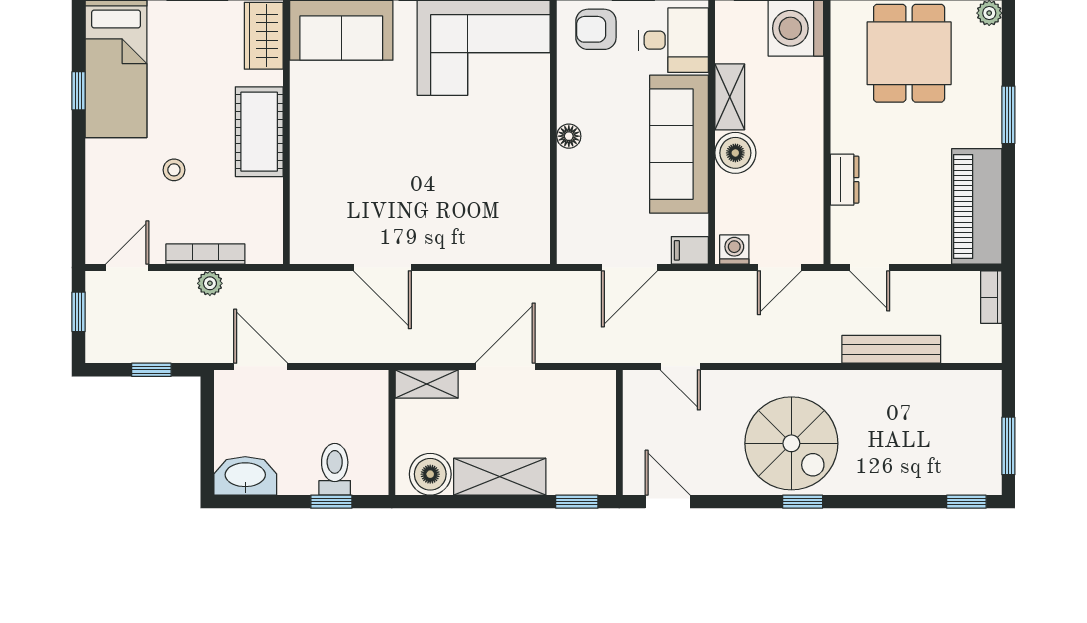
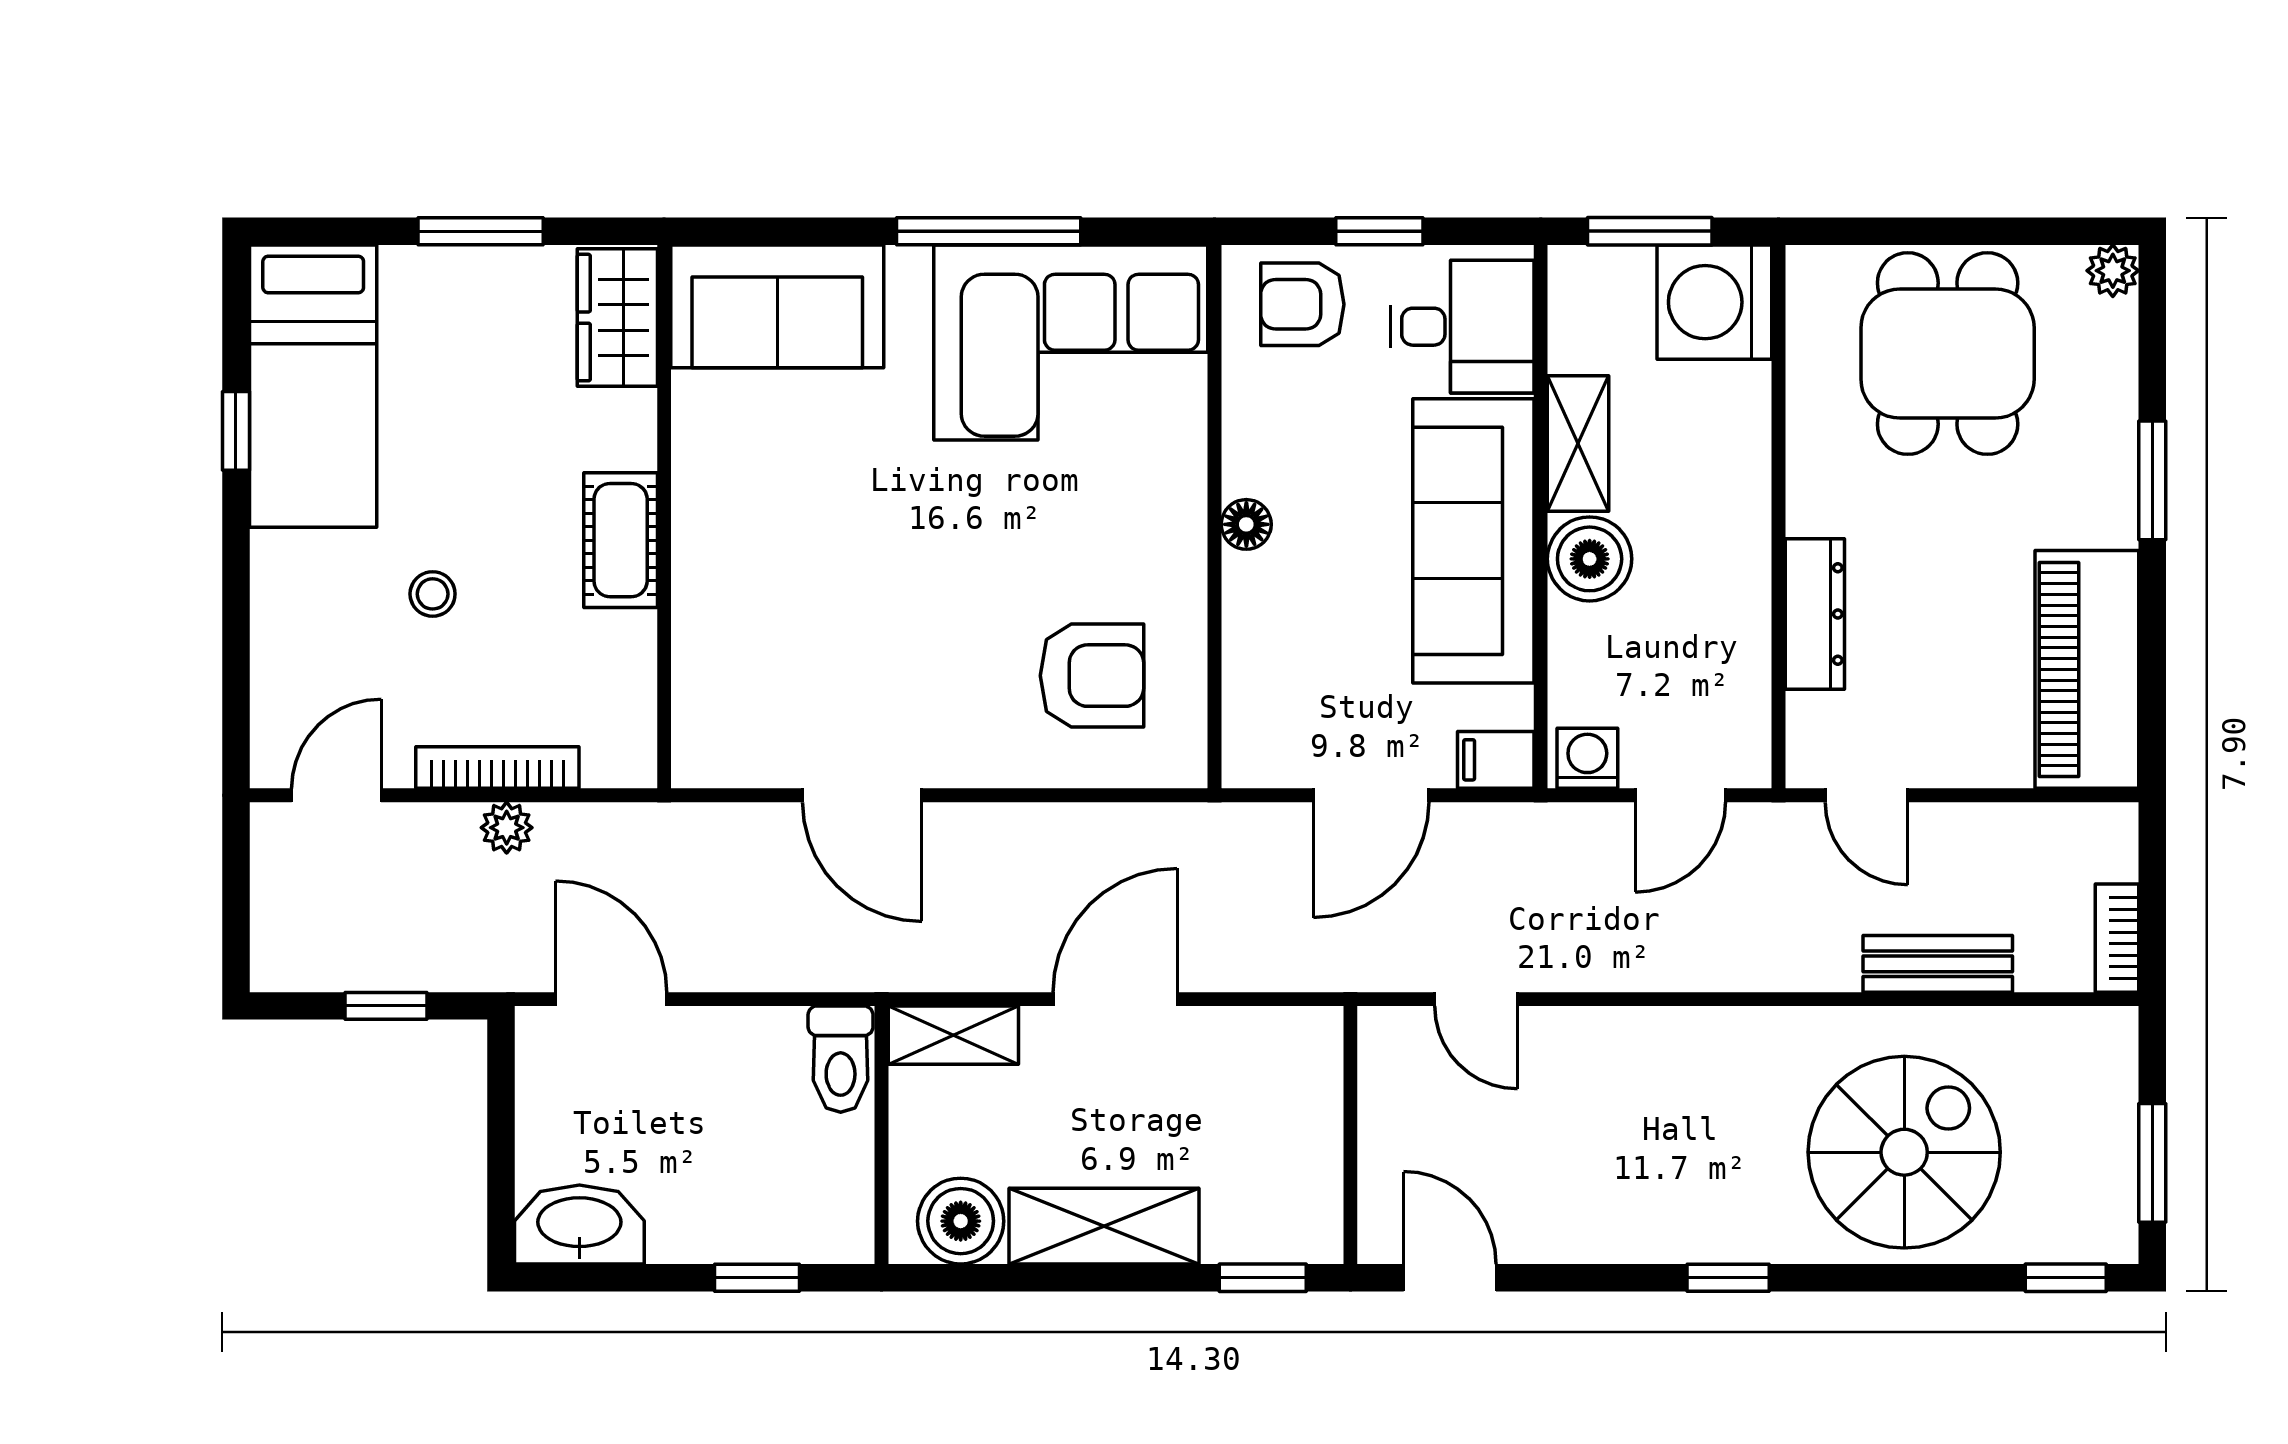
cot: (259, 132) -> (621, 540), width x0.73, depth x0.75
dresser: (845, 180) -> (1815, 614), width x1.44
armchair: (494, 209) -> (1092, 676), added
bookcase: (991, 297) -> (2117, 938), moved
window: (79, 312) -> (236, 886), removed
bench: (891, 349) -> (1938, 964), width x0.73
spiral stairs: (791, 443) -> (1904, 1152), moved, turned -90
toilet: (335, 469) -> (841, 1059), moved, turned 180

